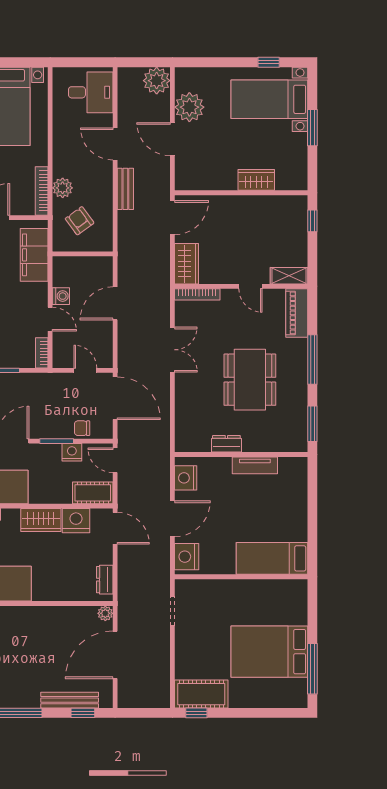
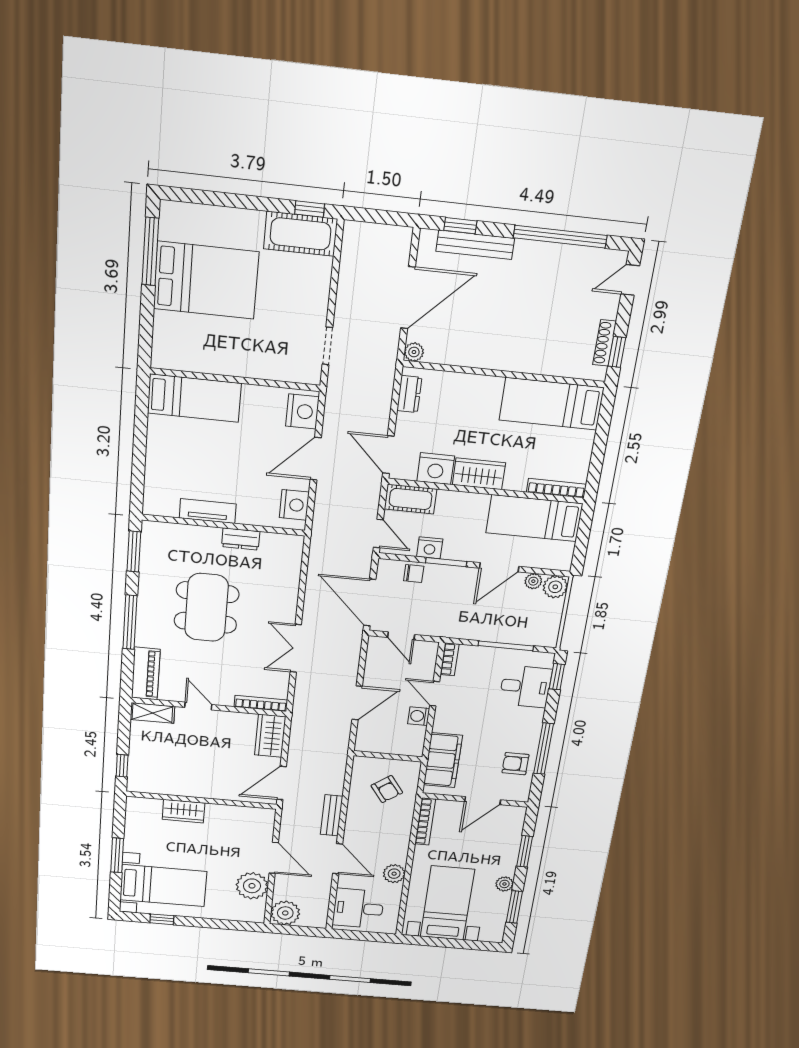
plant: (63, 188) -> (394, 874), moved

